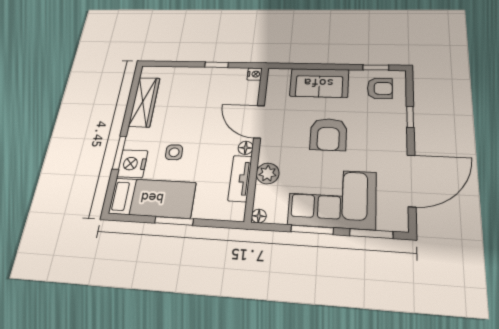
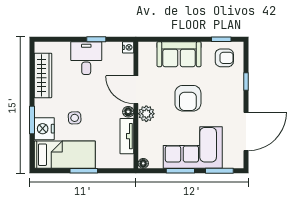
desk: (201, 84) -> (86, 58), added
plant: (268, 173) -> (146, 114), moved

